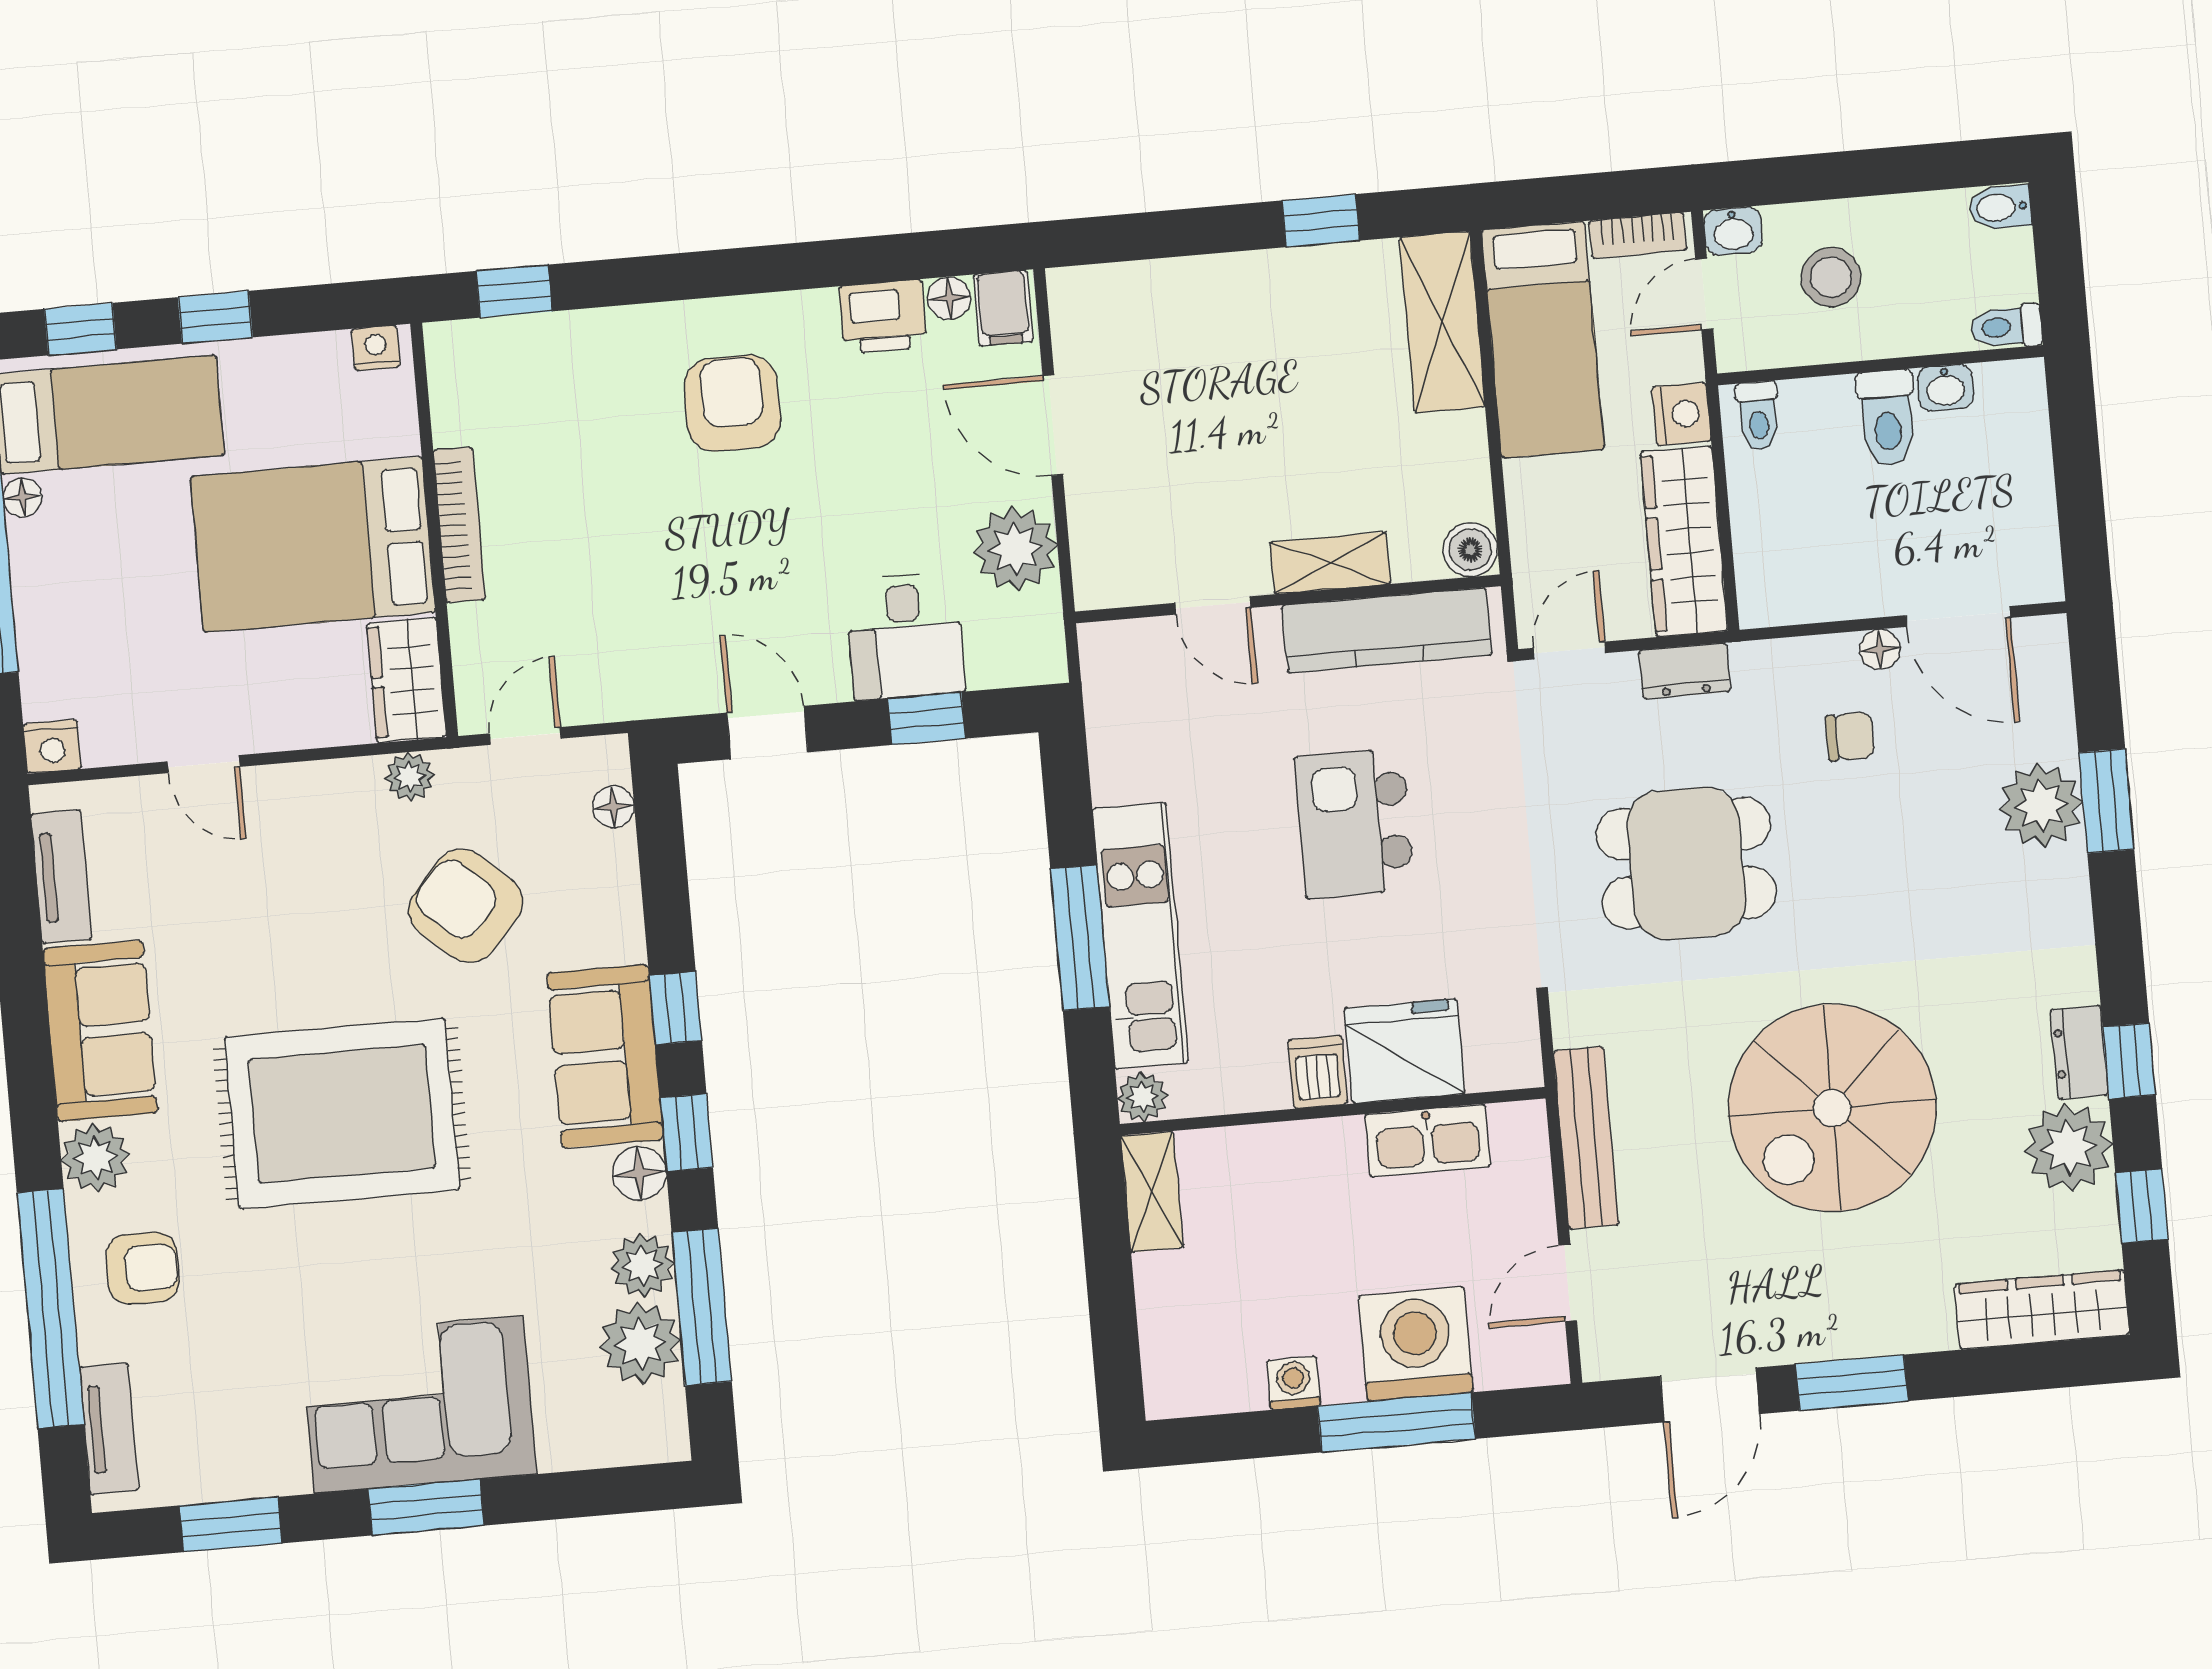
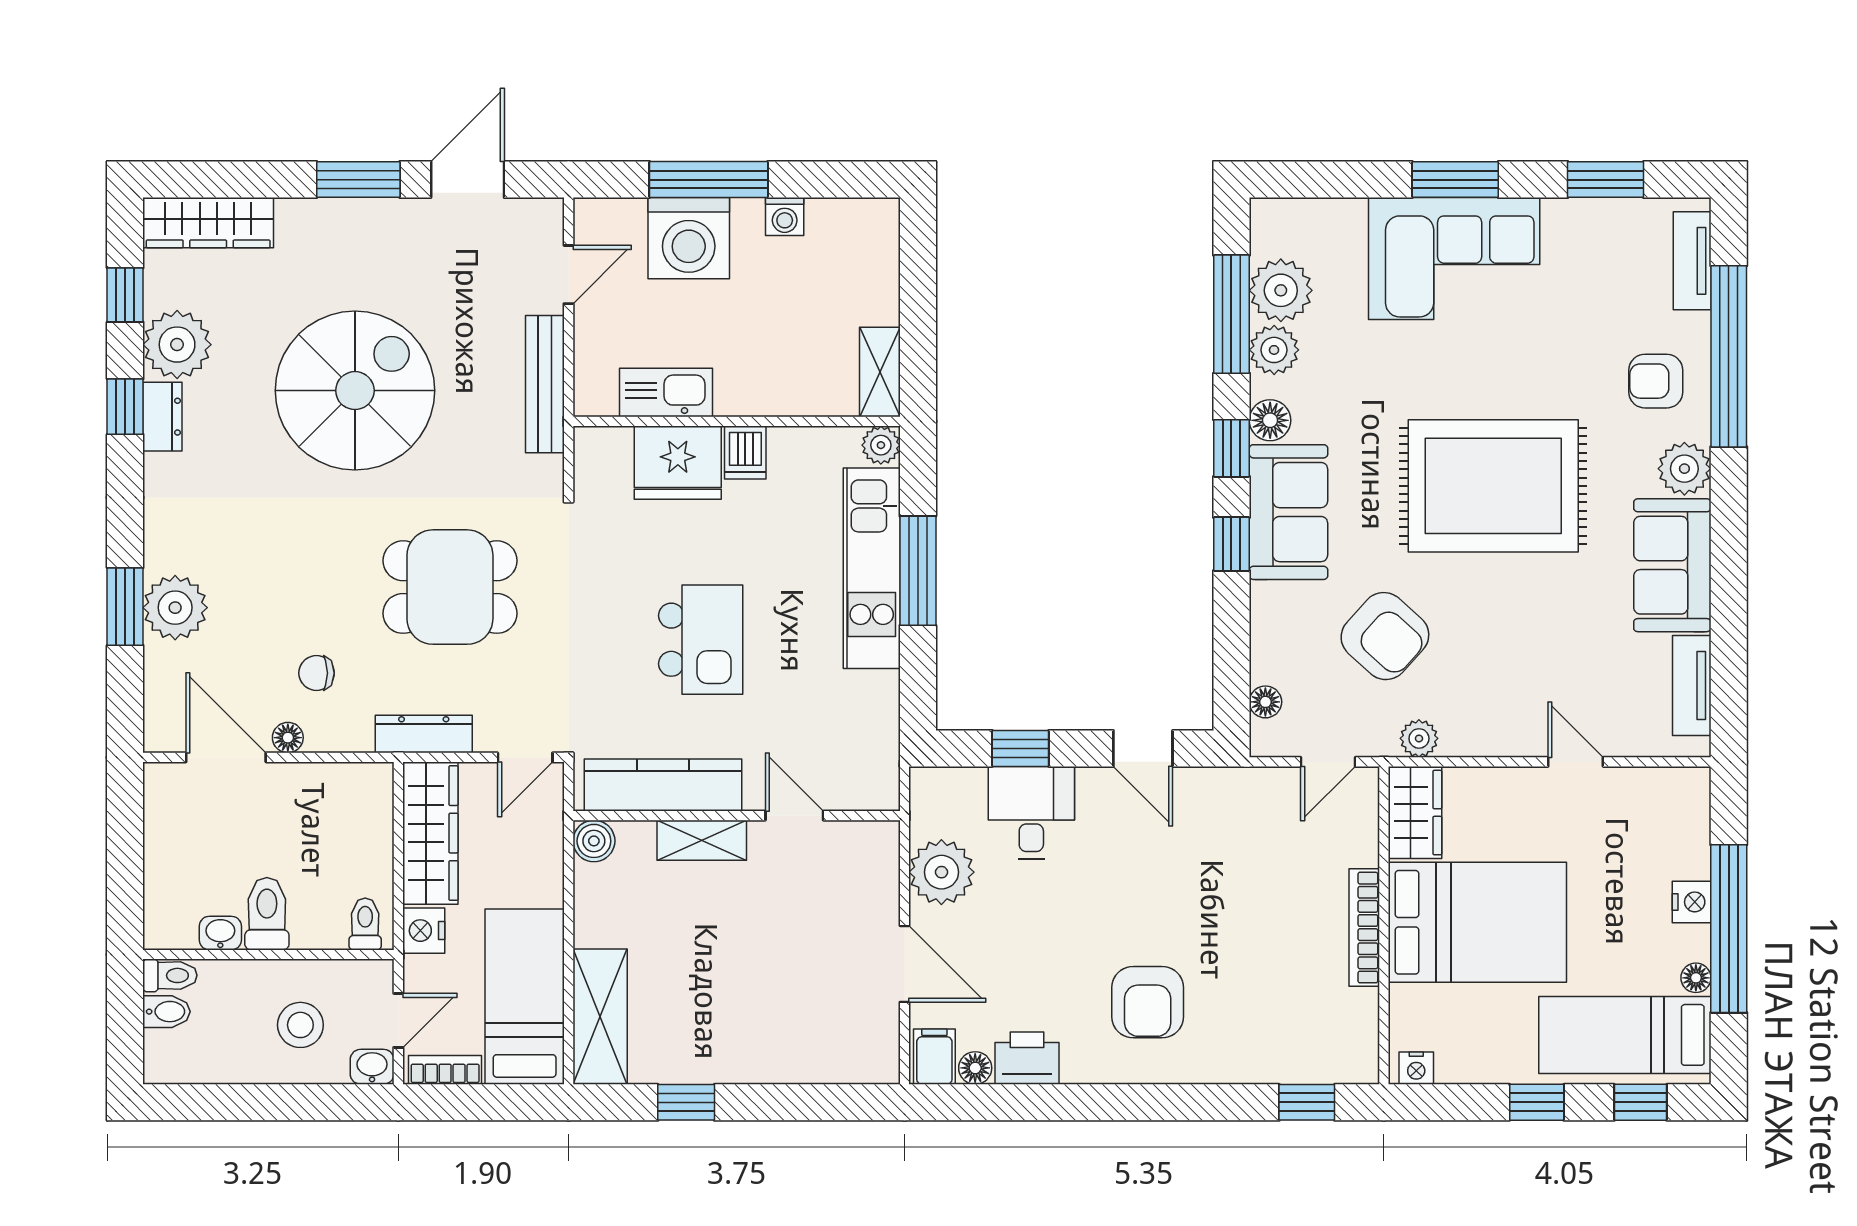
bidet: (2000, 207) -> (167, 1012), moved
dresser: (1685, 671) -> (424, 734), width x1.44
nightstand: (52, 746) -> (1692, 902), moved, turned 90

